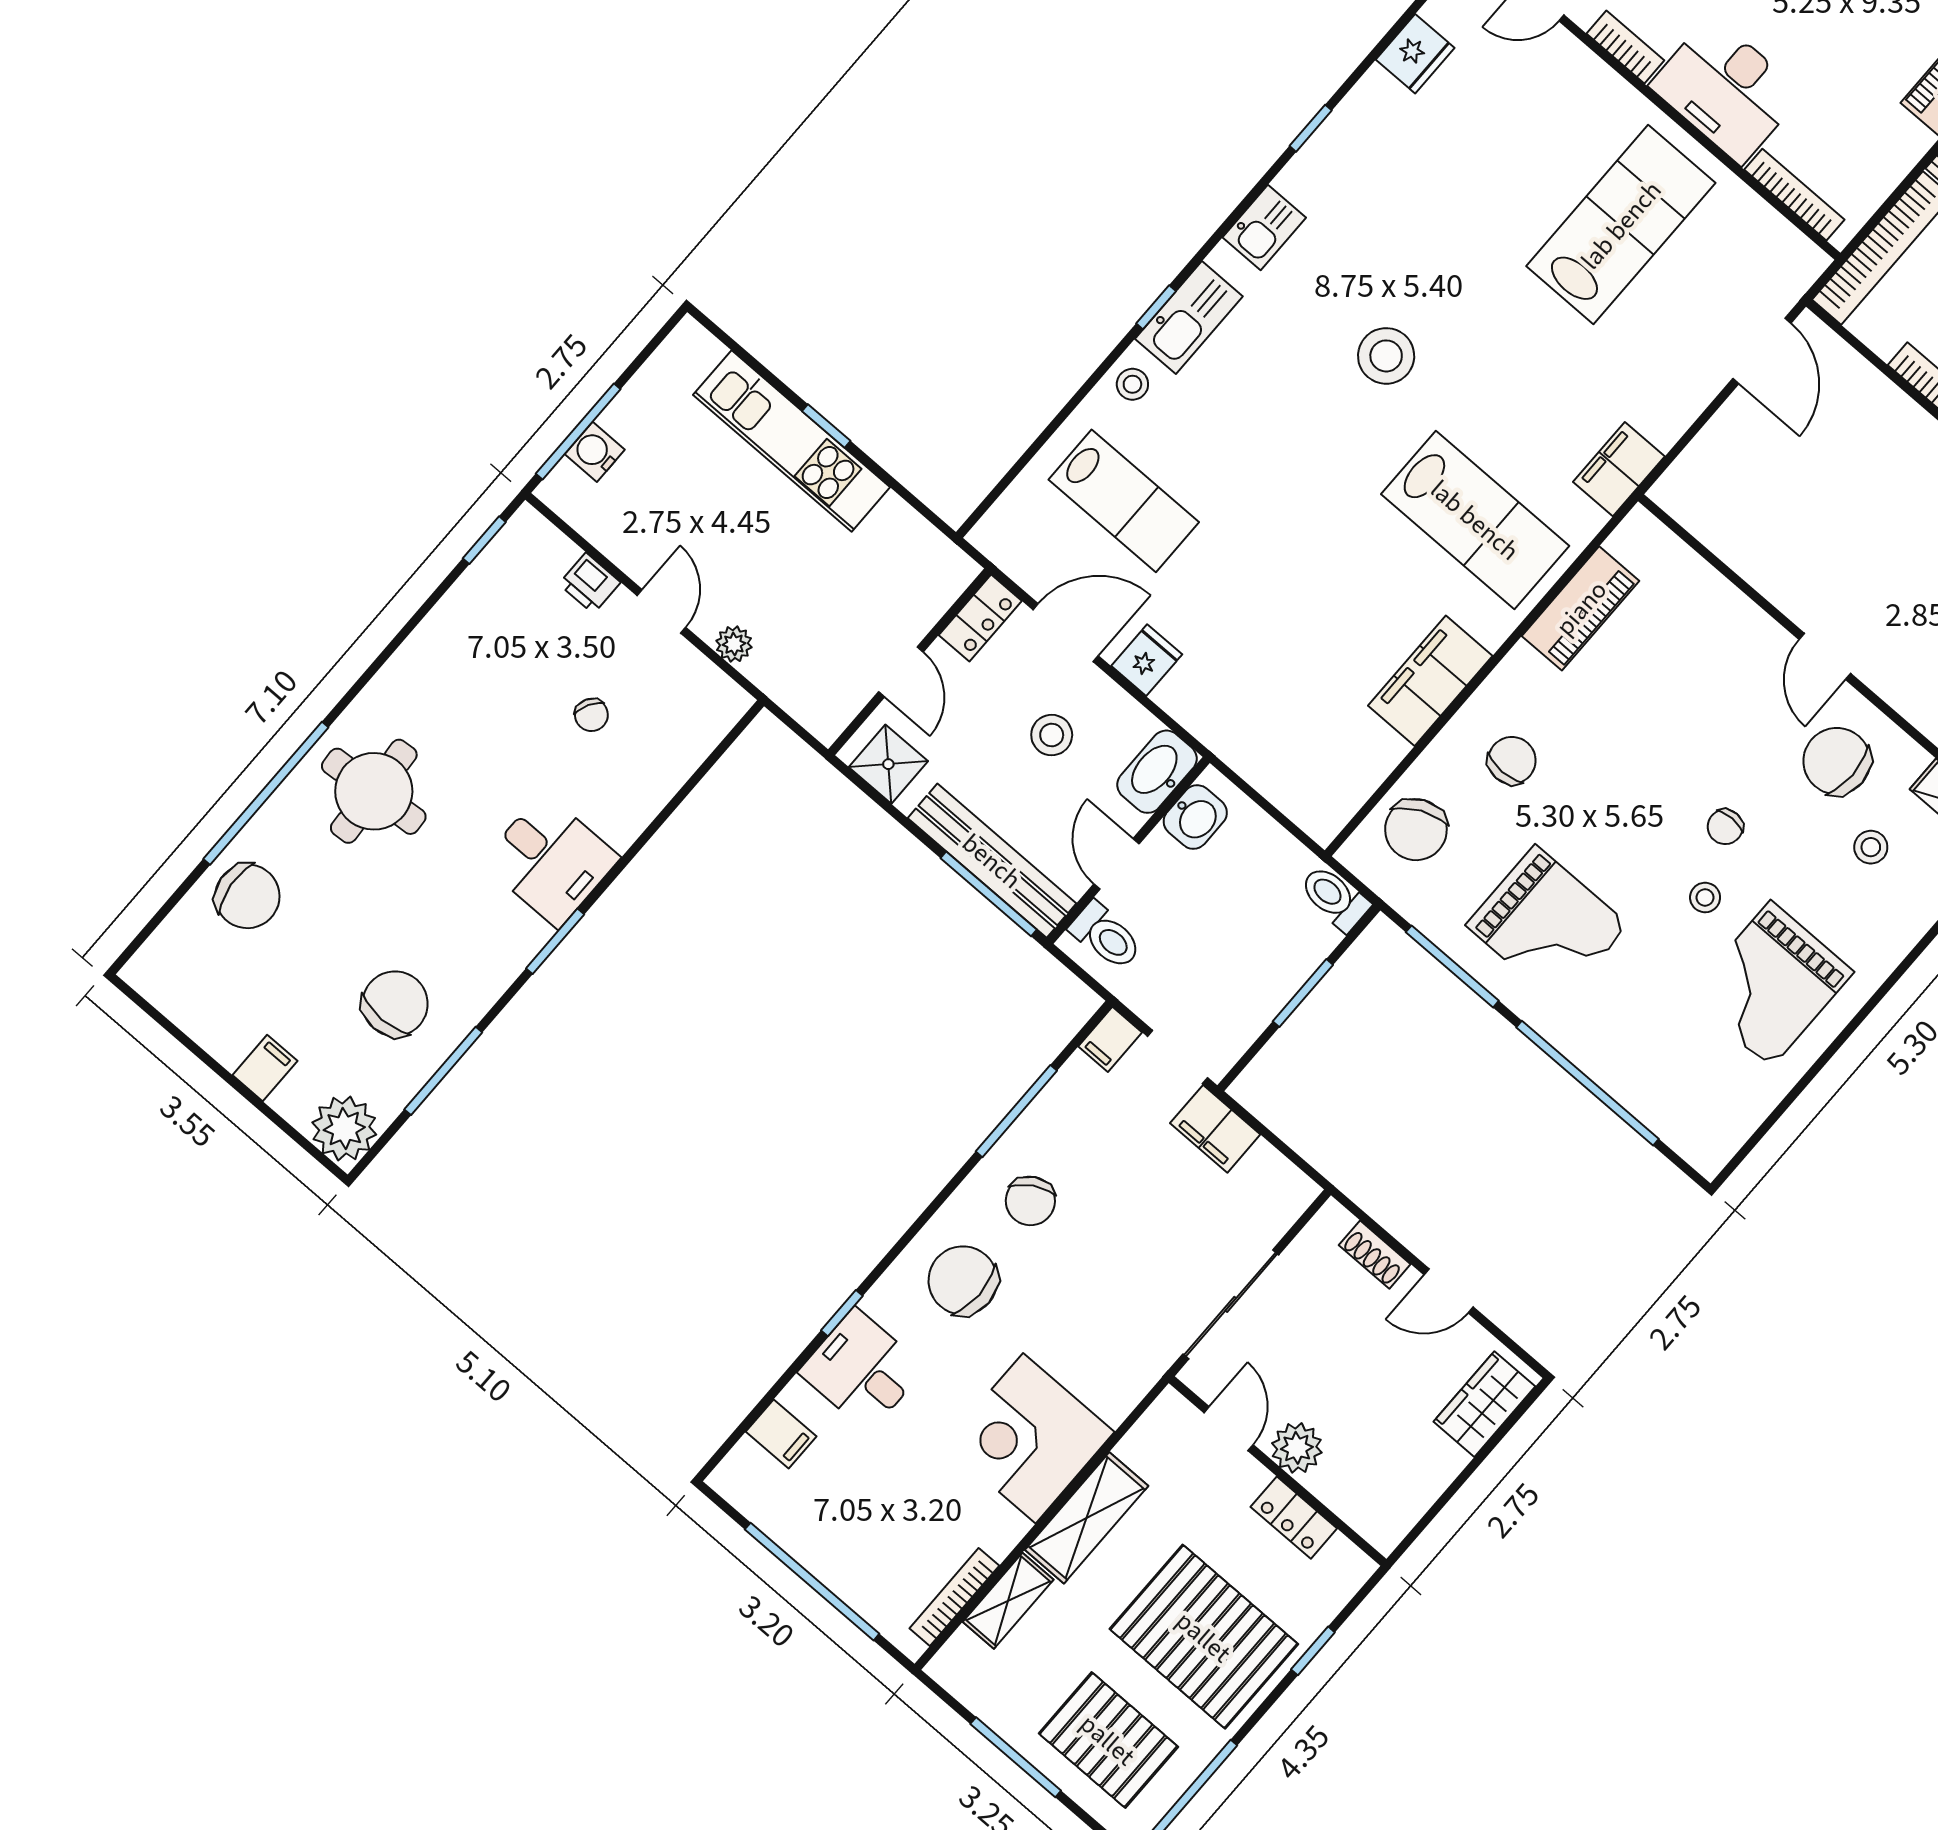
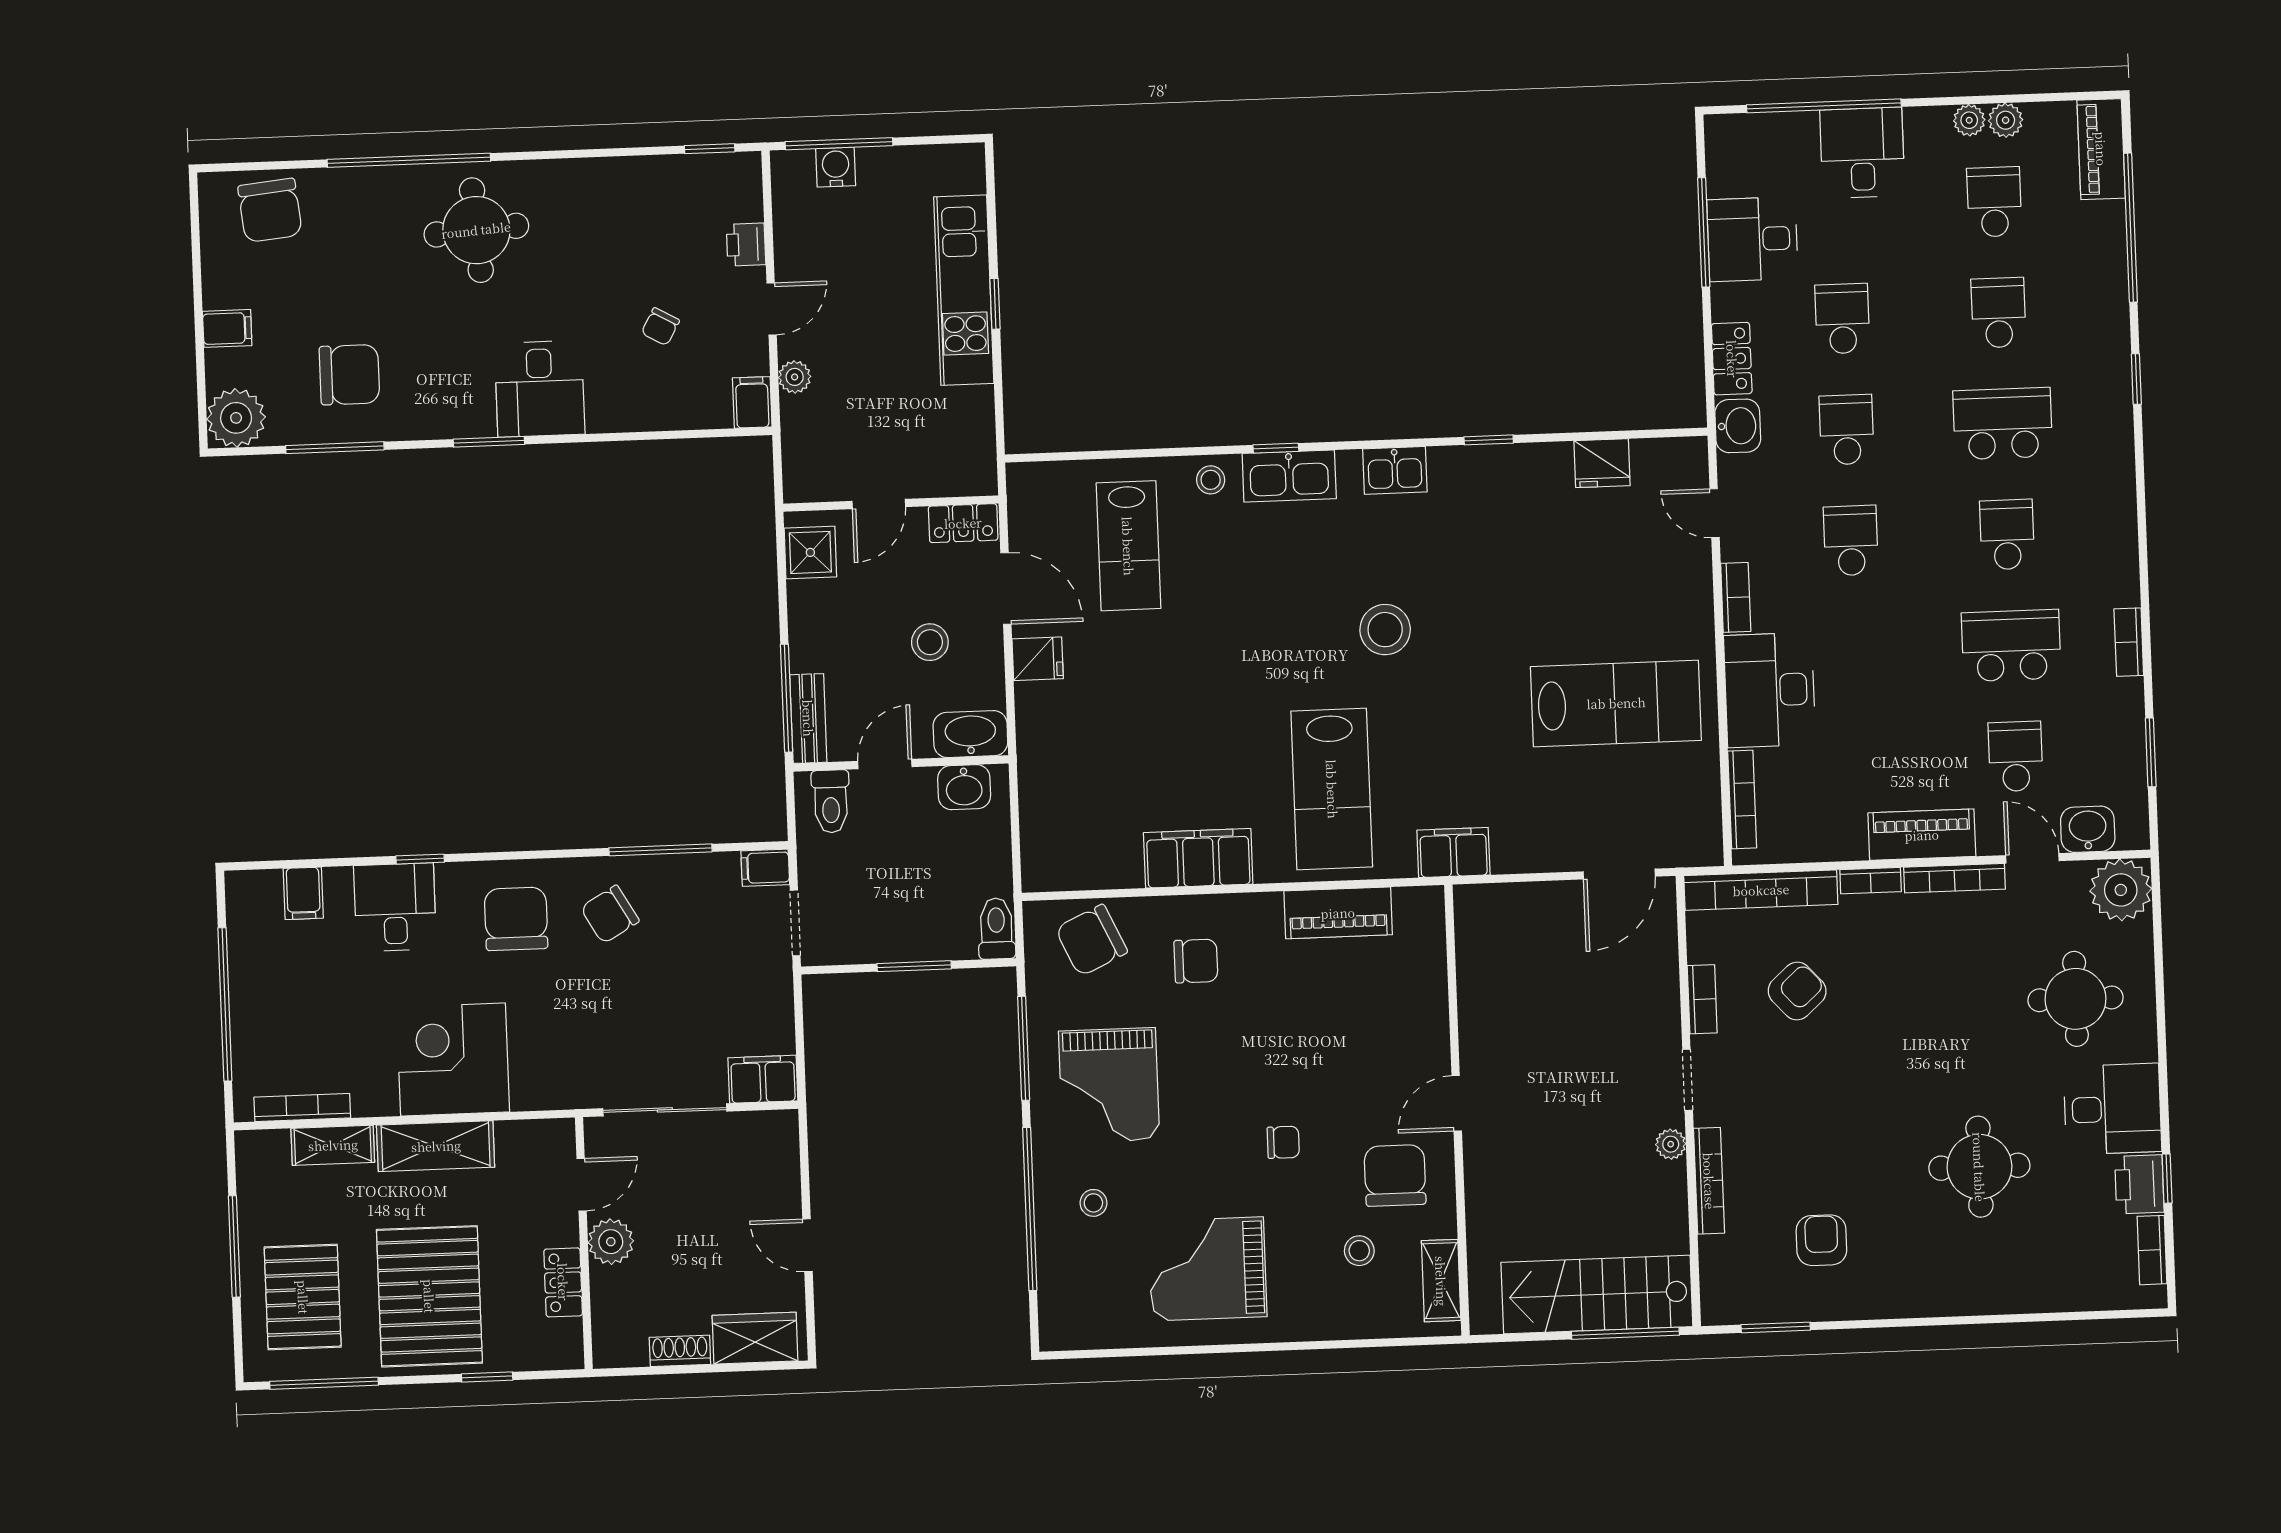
filing cabinet: (722, 698) -> (752, 402), added
chair: (1725, 827) -> (1283, 1142), turned 180
bench: (992, 861) -> (808, 718), width x0.54, depth x0.82
chair: (247, 896) -> (270, 210), moved
stool: (1705, 898) -> (1093, 1203), moved
filing cabinet: (1215, 1129) -> (763, 1079), moved, turned 90
shoe rack: (1375, 1255) -> (680, 1351), moved, turned 90

